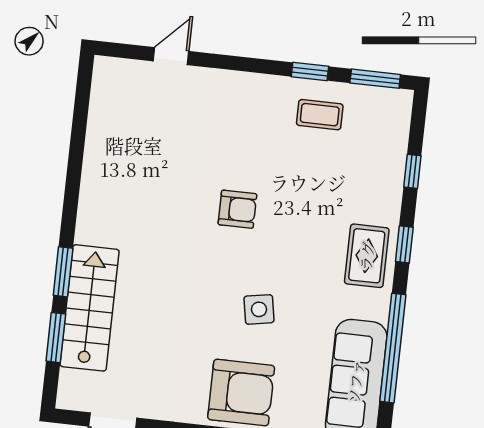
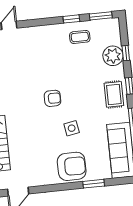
plant: (383, 171) -> (113, 56), added
armchair: (237, 209) -> (52, 98), moved

